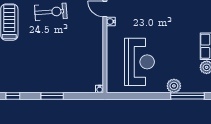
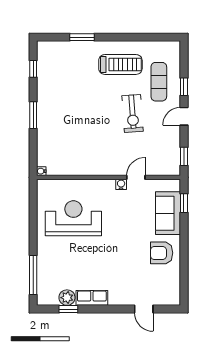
reception desk: (139, 62) -> (73, 218), turned 180
plant: (174, 86) -> (45, 259), removed

